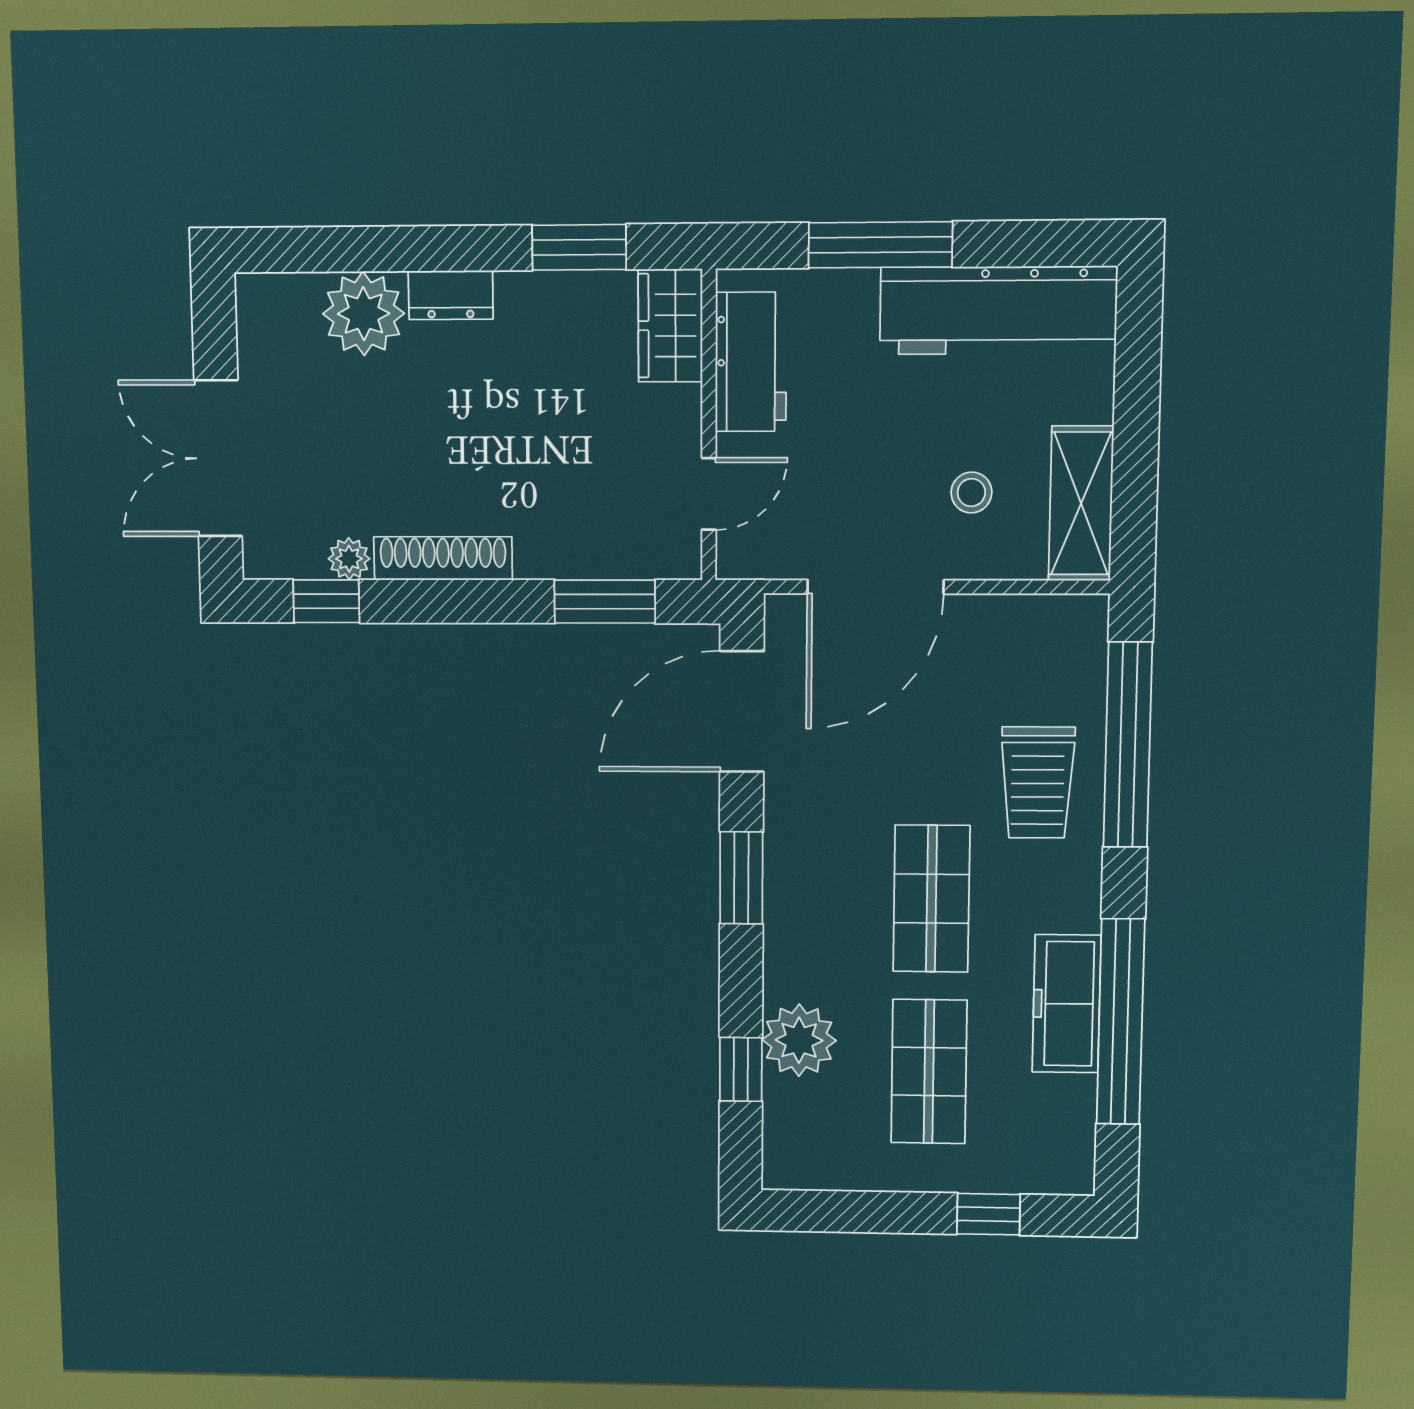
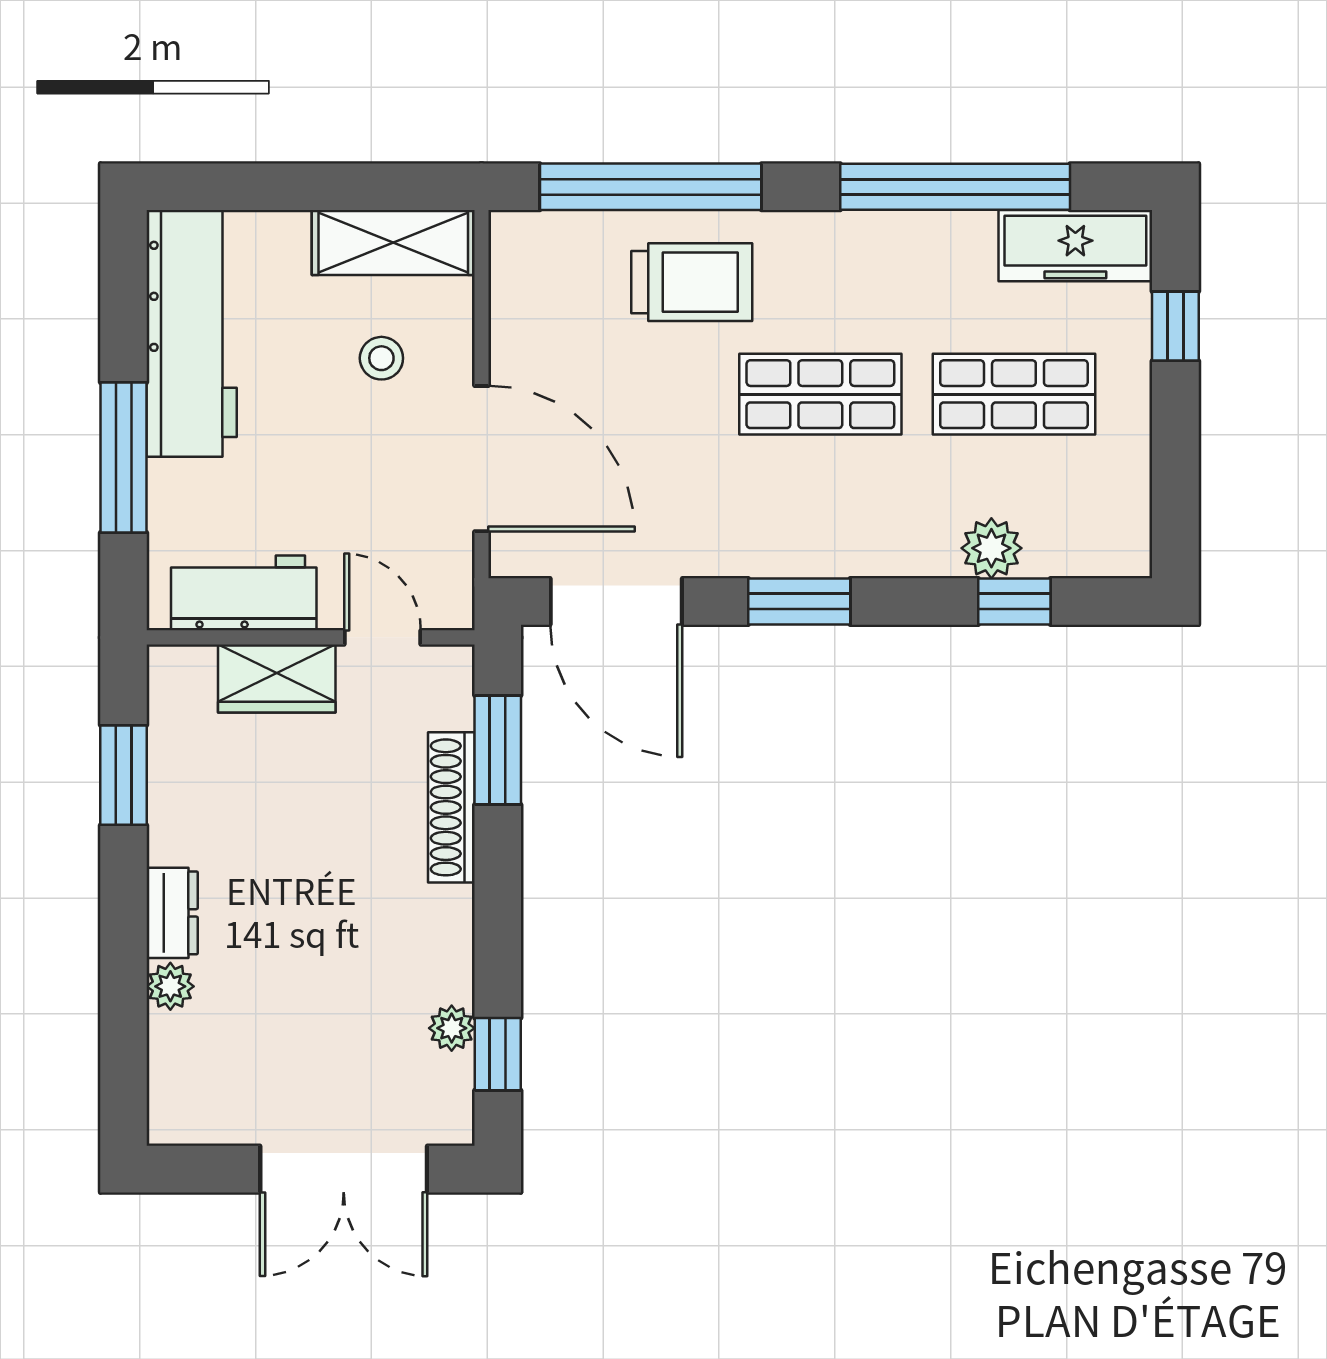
plant: (364, 314) -> (170, 986), width x0.53, depth x0.53
wardrobe: (670, 326) -> (277, 678), moved
shoe rack: (443, 558) -> (451, 807), moved
freezer: (1067, 1004) -> (1075, 246), moved
plant: (799, 1040) -> (991, 548), width x0.73, depth x0.73

